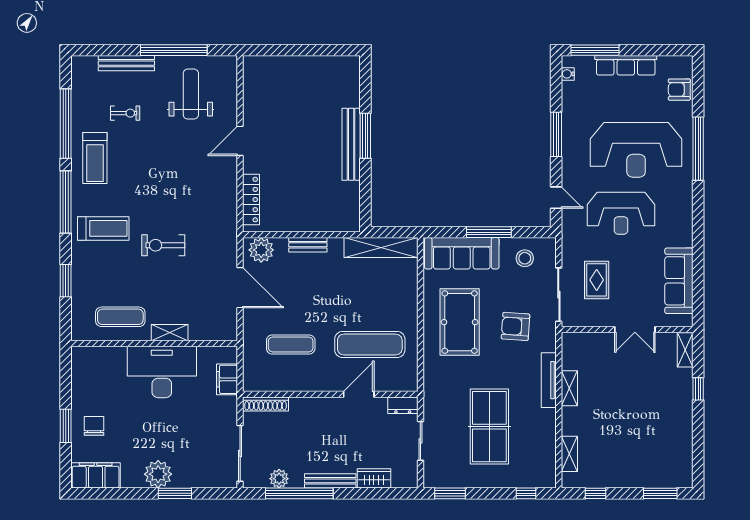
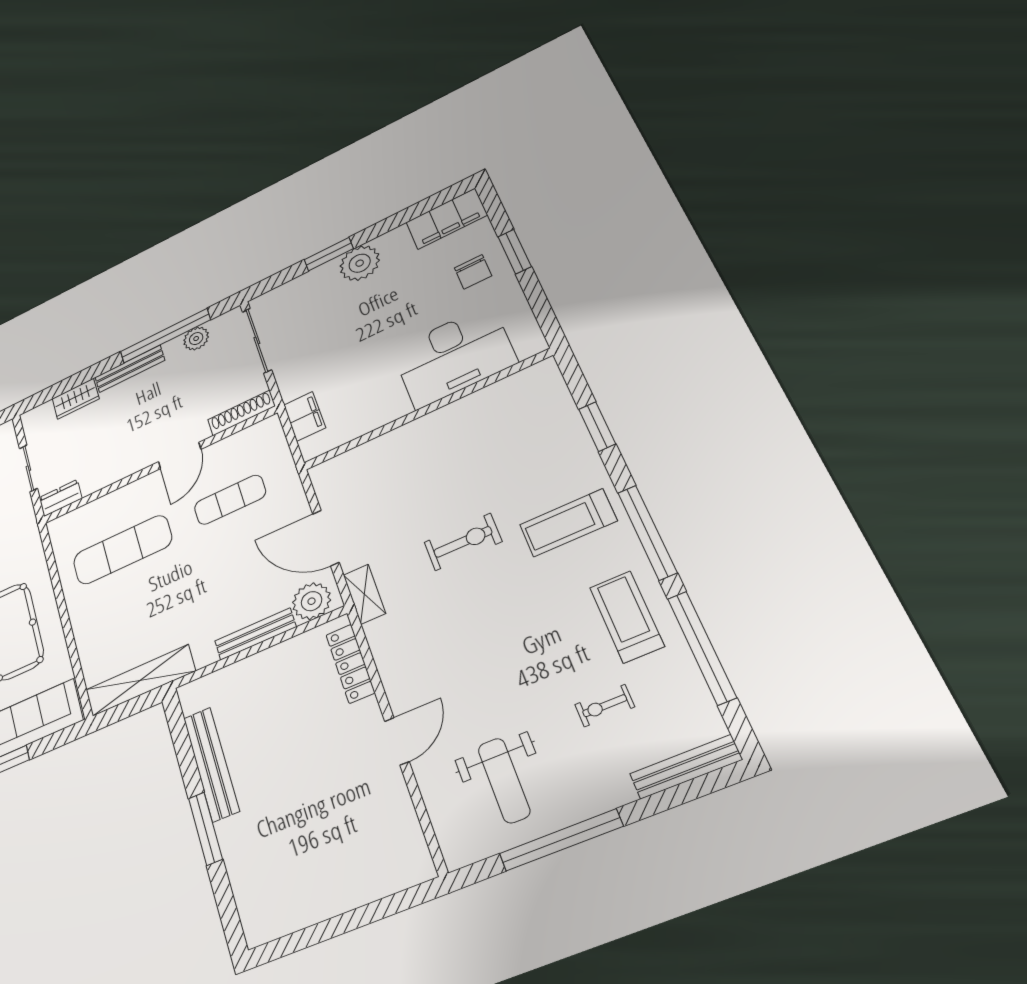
bench: (126, 63) -> (686, 767), moved
bench: (351, 144) -> (211, 764), moved
bench: (308, 245) -> (255, 634), width x1.36
exercise mat: (120, 317) -> (491, 419), removed
shelving: (170, 333) -> (364, 594), moved, turned 90
desk: (162, 372) -> (454, 356), moved
door: (359, 394) -> (180, 456), moved

